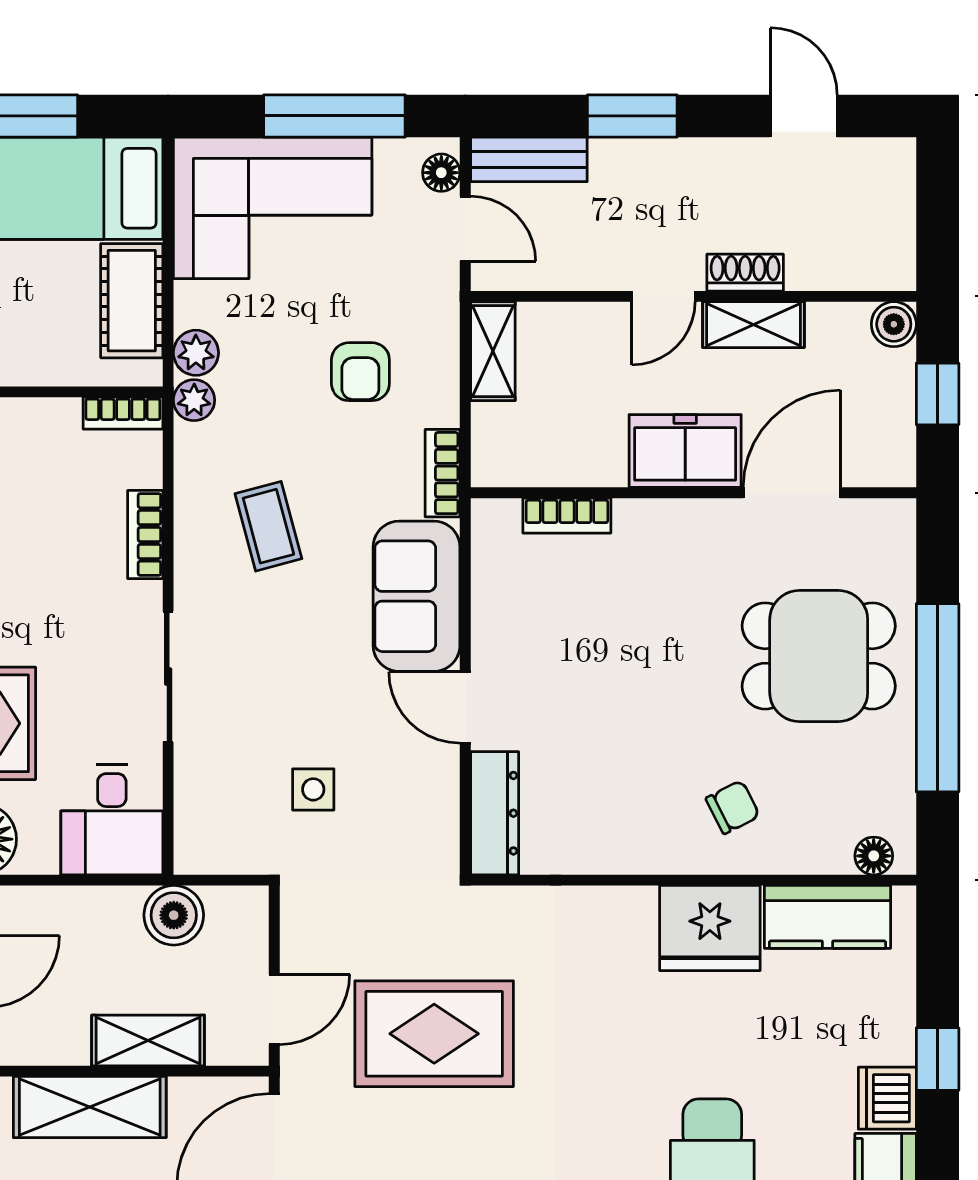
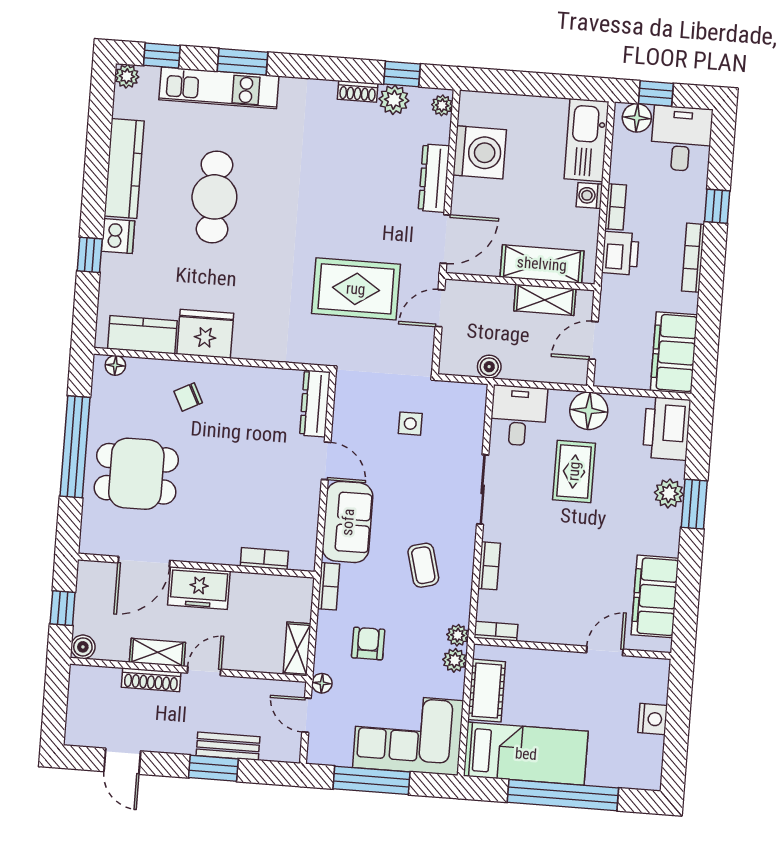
bench: (529, 159) -> (228, 746), moved
floor lamp: (441, 173) -> (322, 683), moved
shoe rack: (745, 273) -> (151, 680), width x1.43
boiler: (174, 915) -> (489, 367), width x0.73, depth x0.73
shelving: (148, 1040) -> (545, 300), moved

